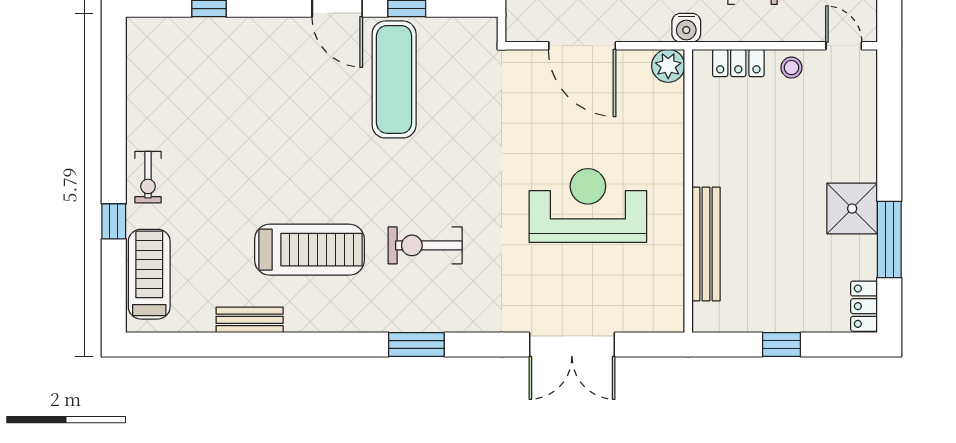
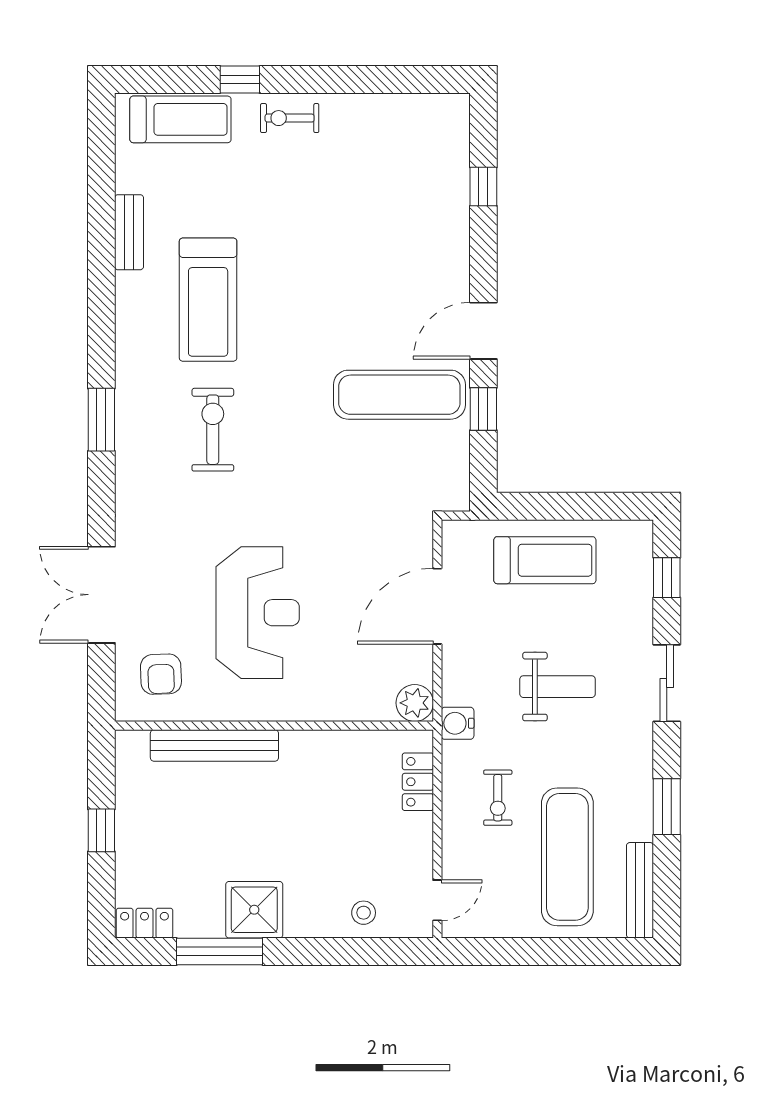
stool: (791, 68) -> (364, 913), moved
armchair: (643, 291) -> (161, 674), added

